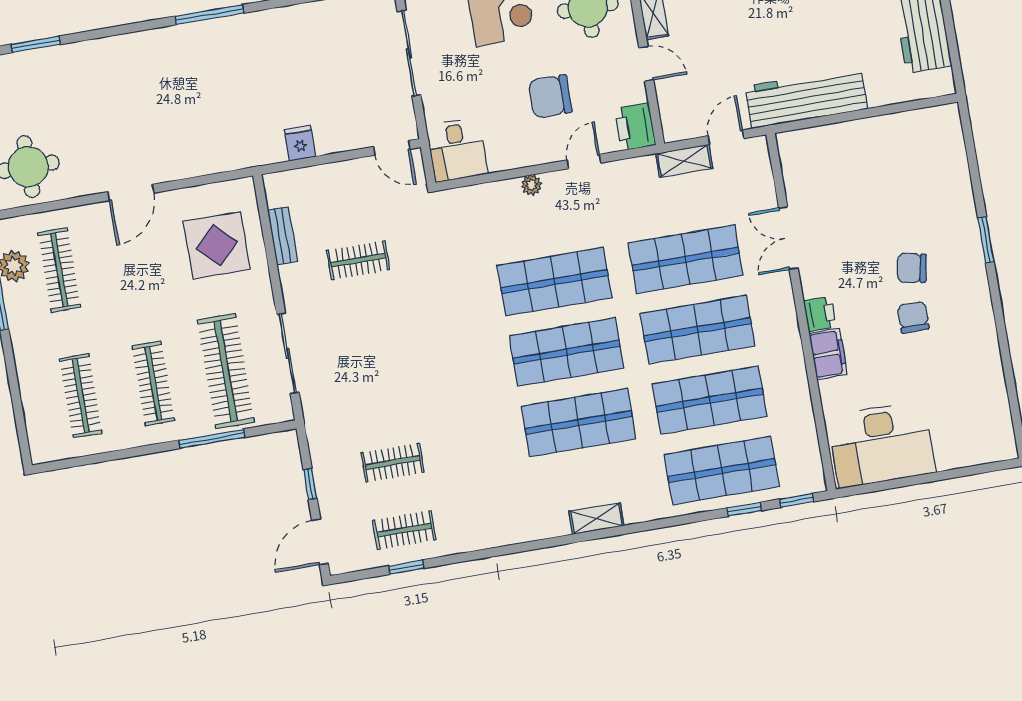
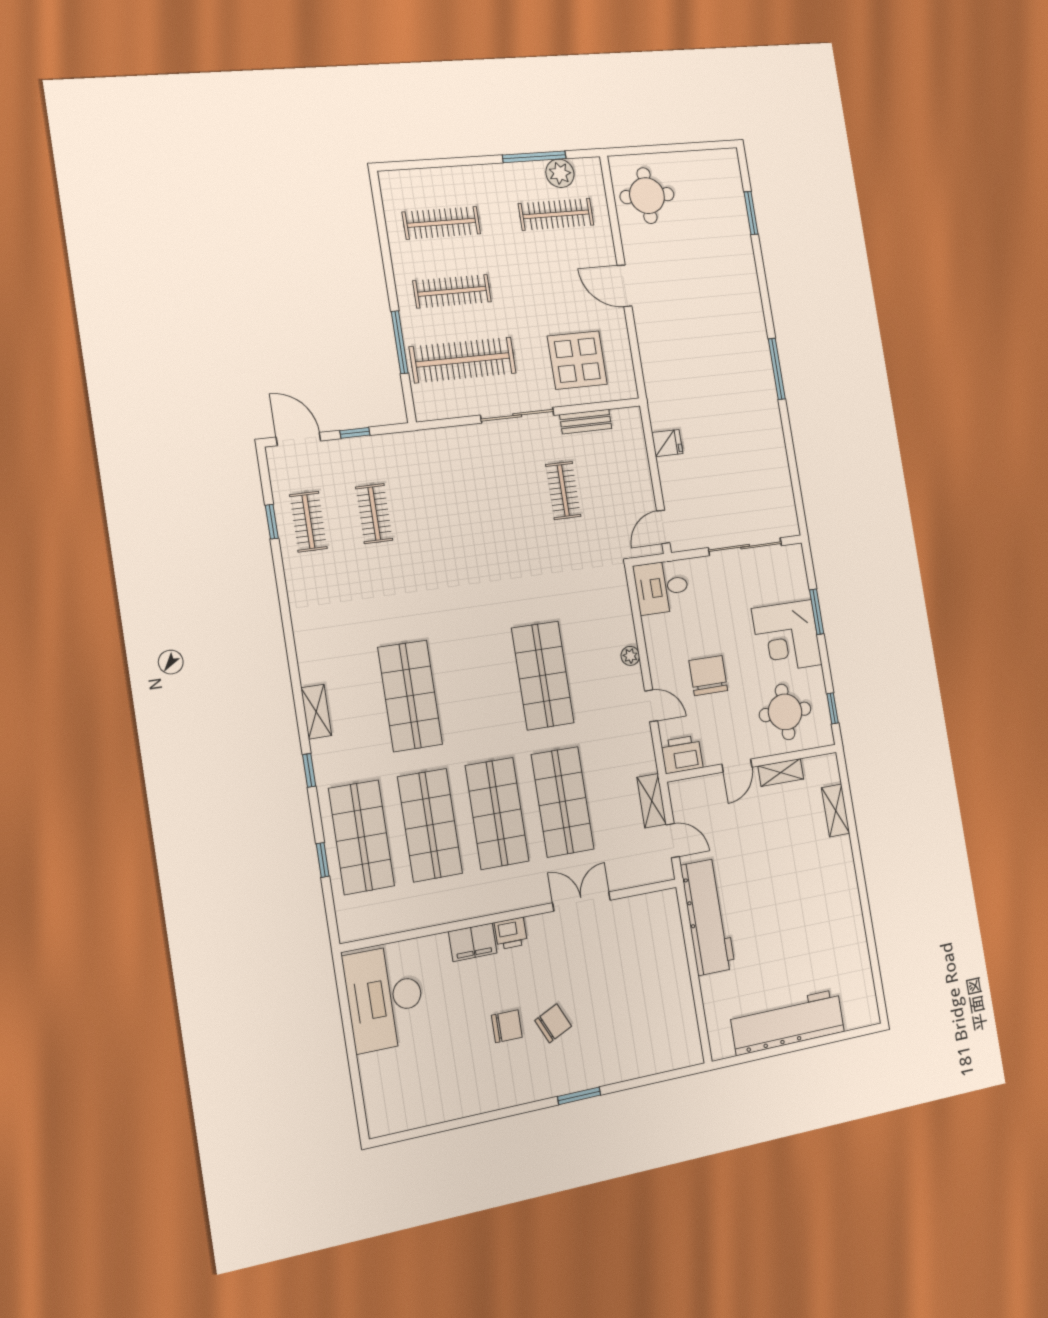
chair: (912, 268) -> (553, 1023), turned 54
shop shelf: (567, 352) -> (477, 686), removed
sliding door: (288, 353) -> (517, 415), moved
window: (797, 500) -> (309, 770), moved

